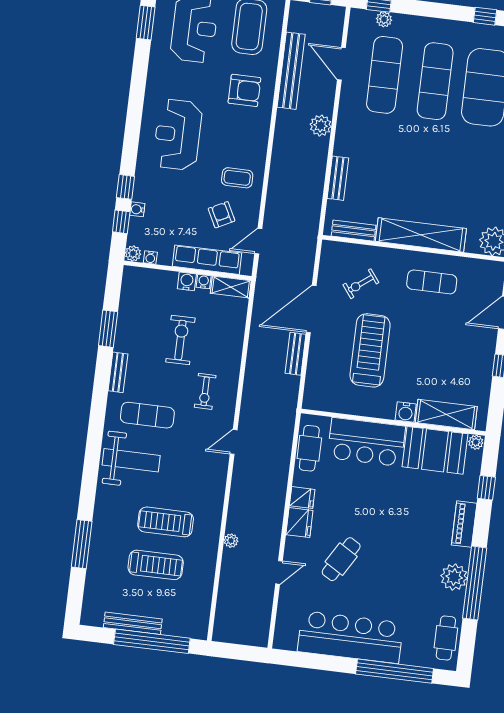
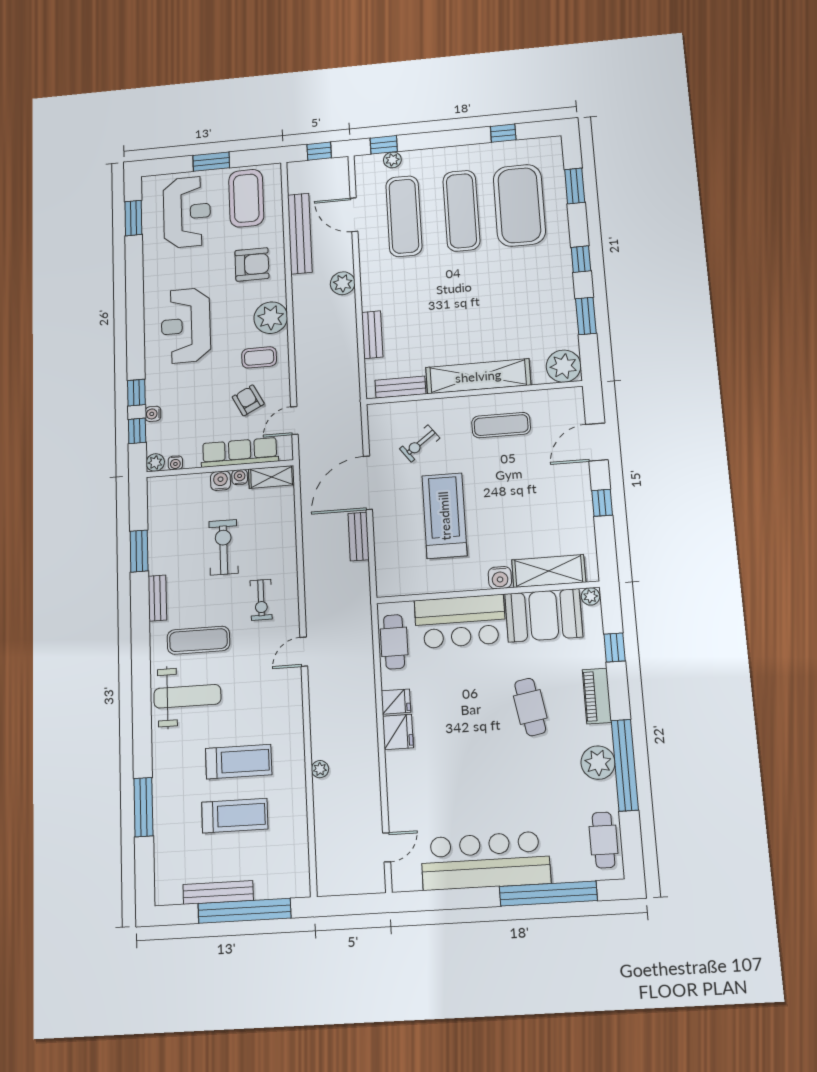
plant: (253, 144) -> (271, 318), added
treadmill: (166, 522) -> (239, 762), turned 180
cafe table: (341, 559) -> (530, 707), moved, turned -41
door: (279, 572) -> (387, 847), moved

